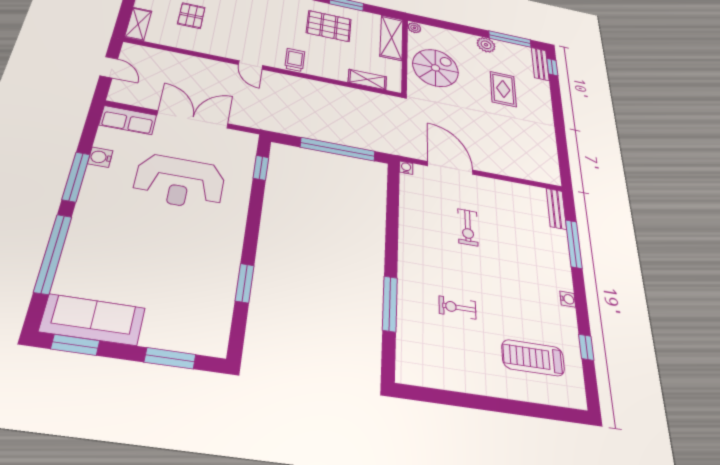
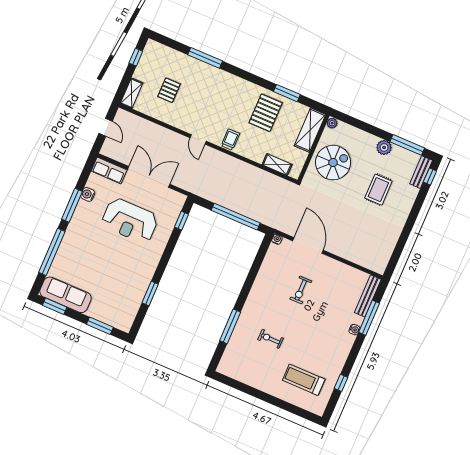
pallet: (329, 26) -> (266, 113), turned 90
bench: (556, 209) -> (368, 296), width x1.36
water cooler: (568, 299) -> (354, 330), moved

